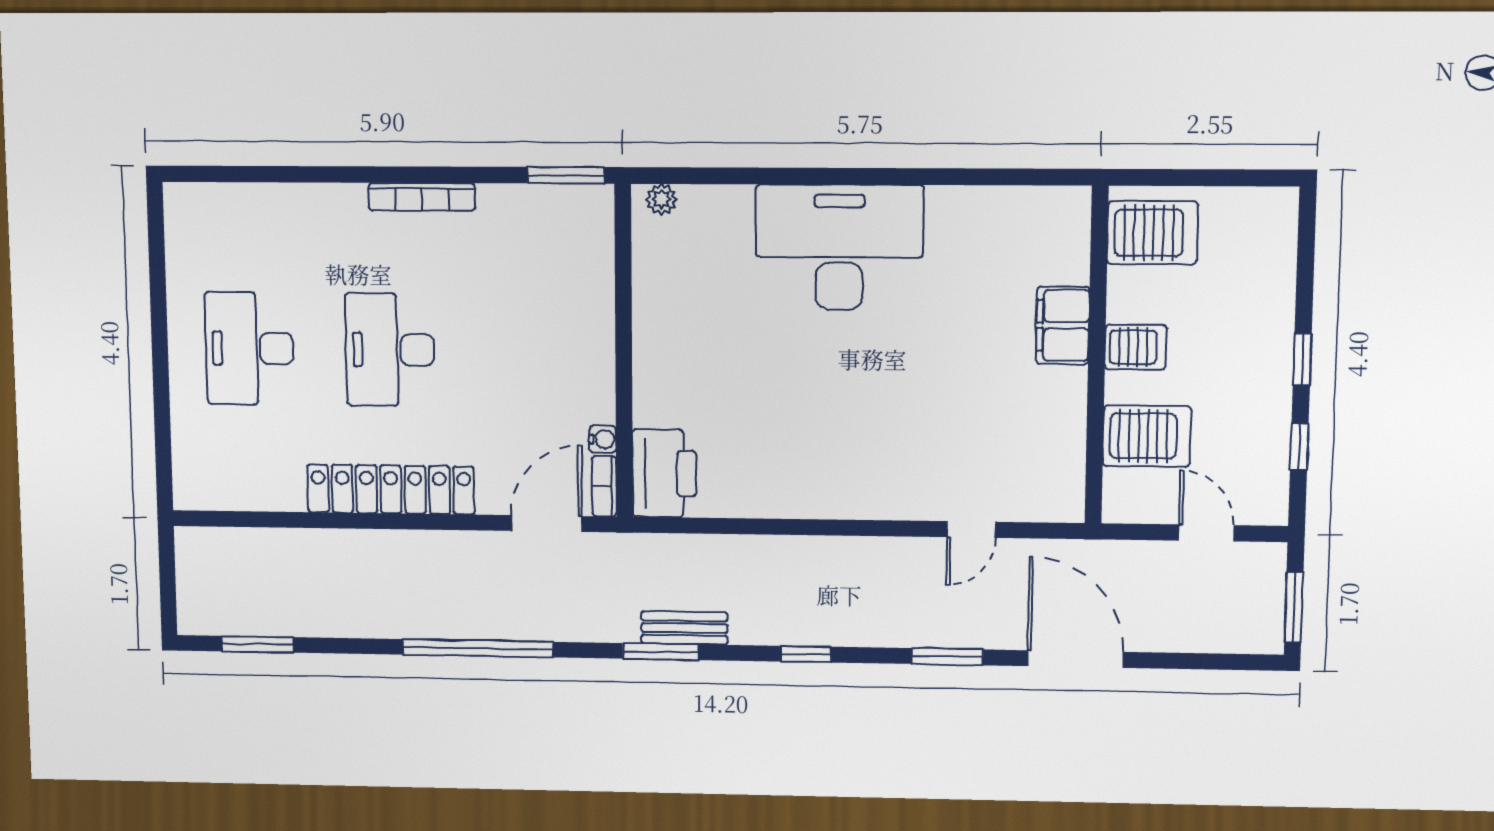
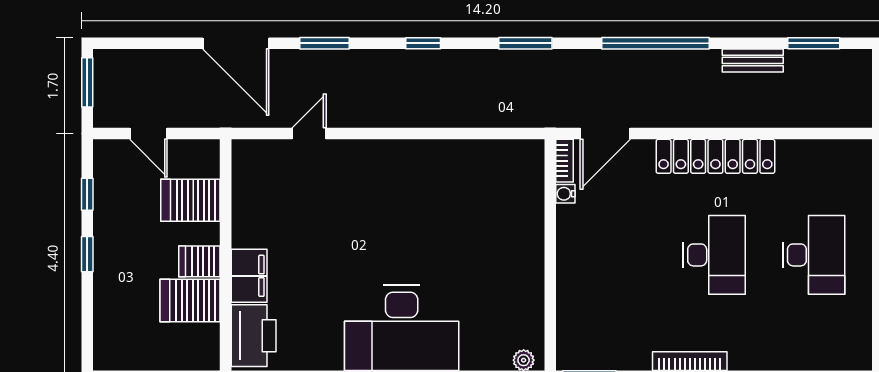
server rack: (1152, 233) -> (190, 301), moved
printer: (664, 473) -> (254, 336), moved, turned 180
bench: (684, 628) -> (753, 60), moved

